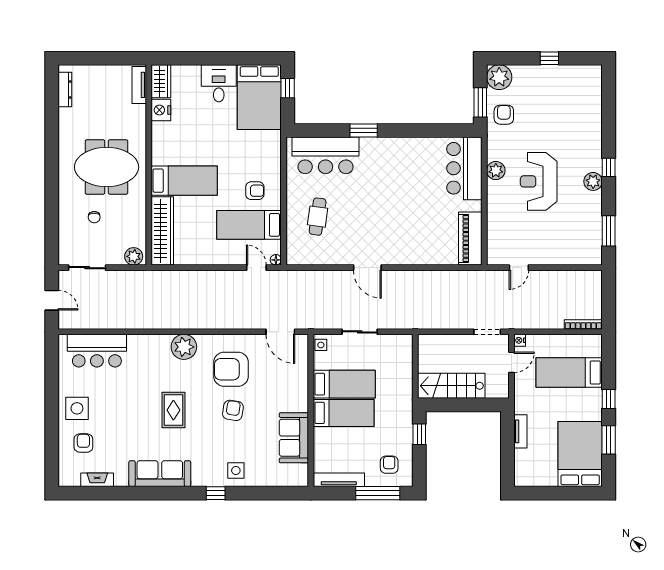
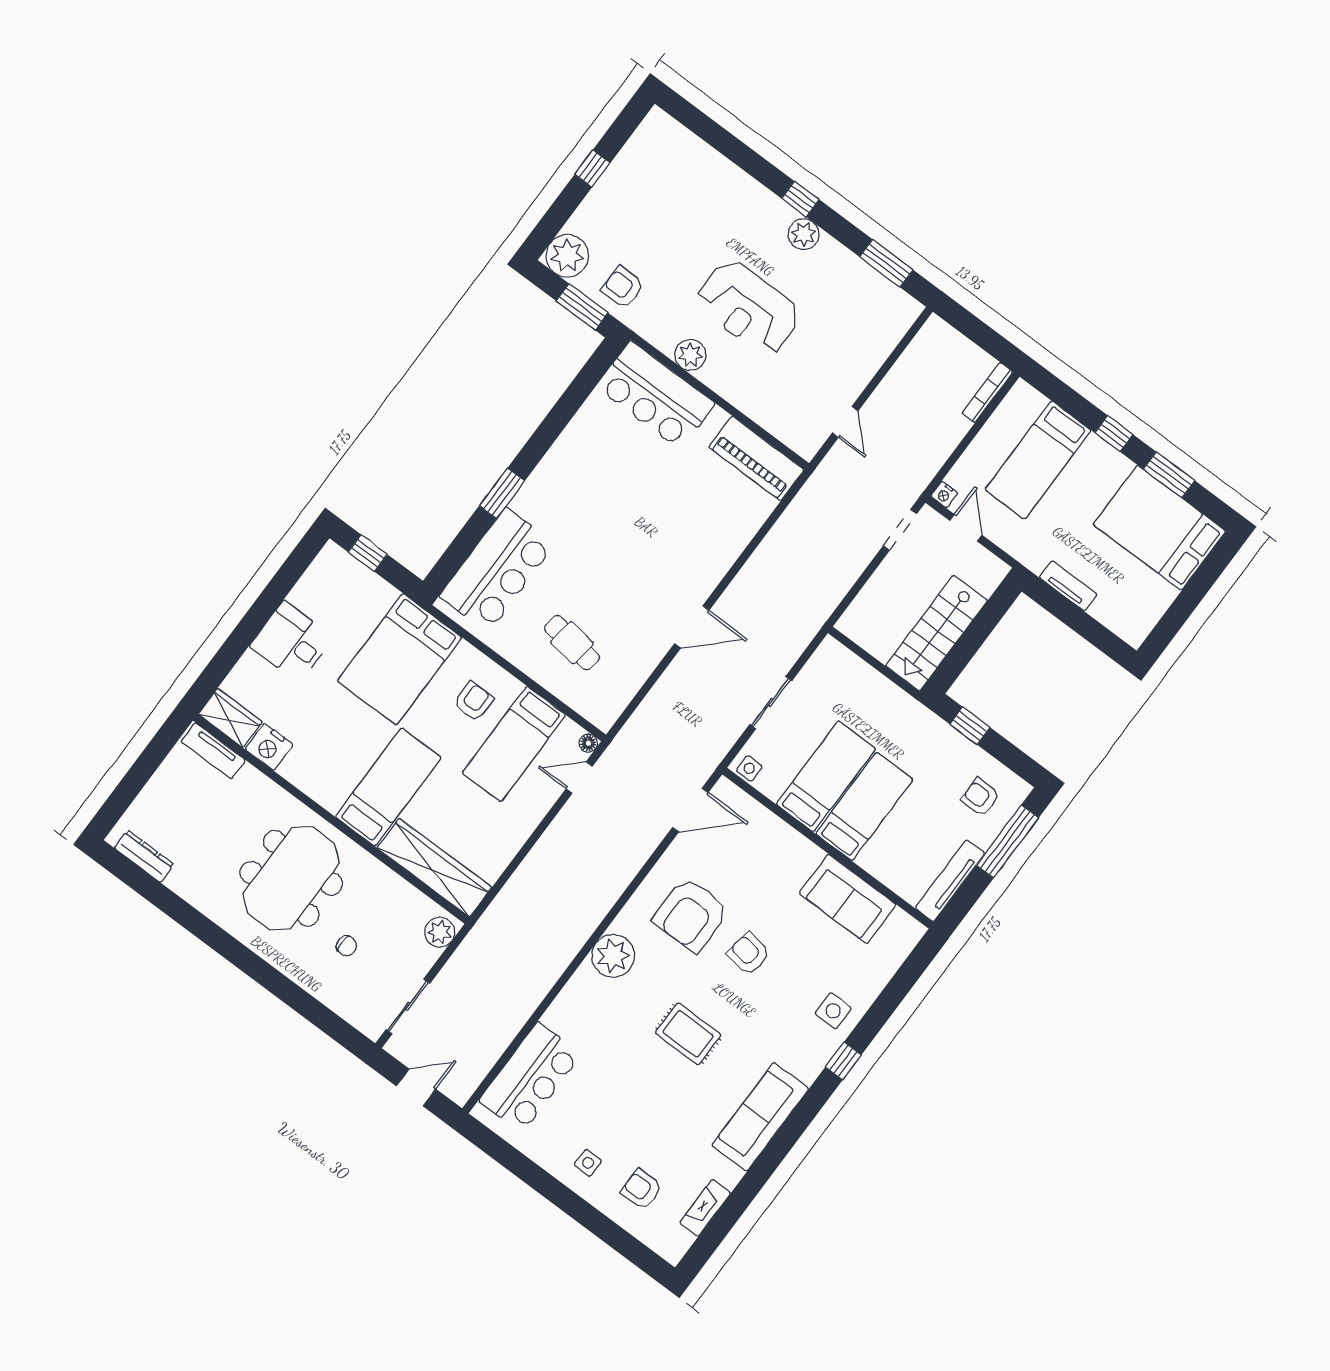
bed: (259, 97) -> (400, 659), moved, turned 90
side table: (77, 408) -> (588, 1163), width x0.54, depth x0.54

